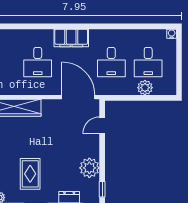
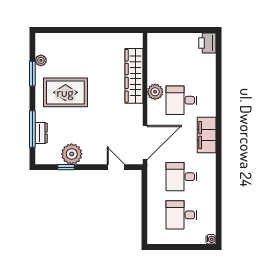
plant: (145, 88) -> (155, 92), moved
rug: (30, 174) -> (65, 92), width x1.36, depth x1.43
window: (102, 189) -> (66, 167), moved

